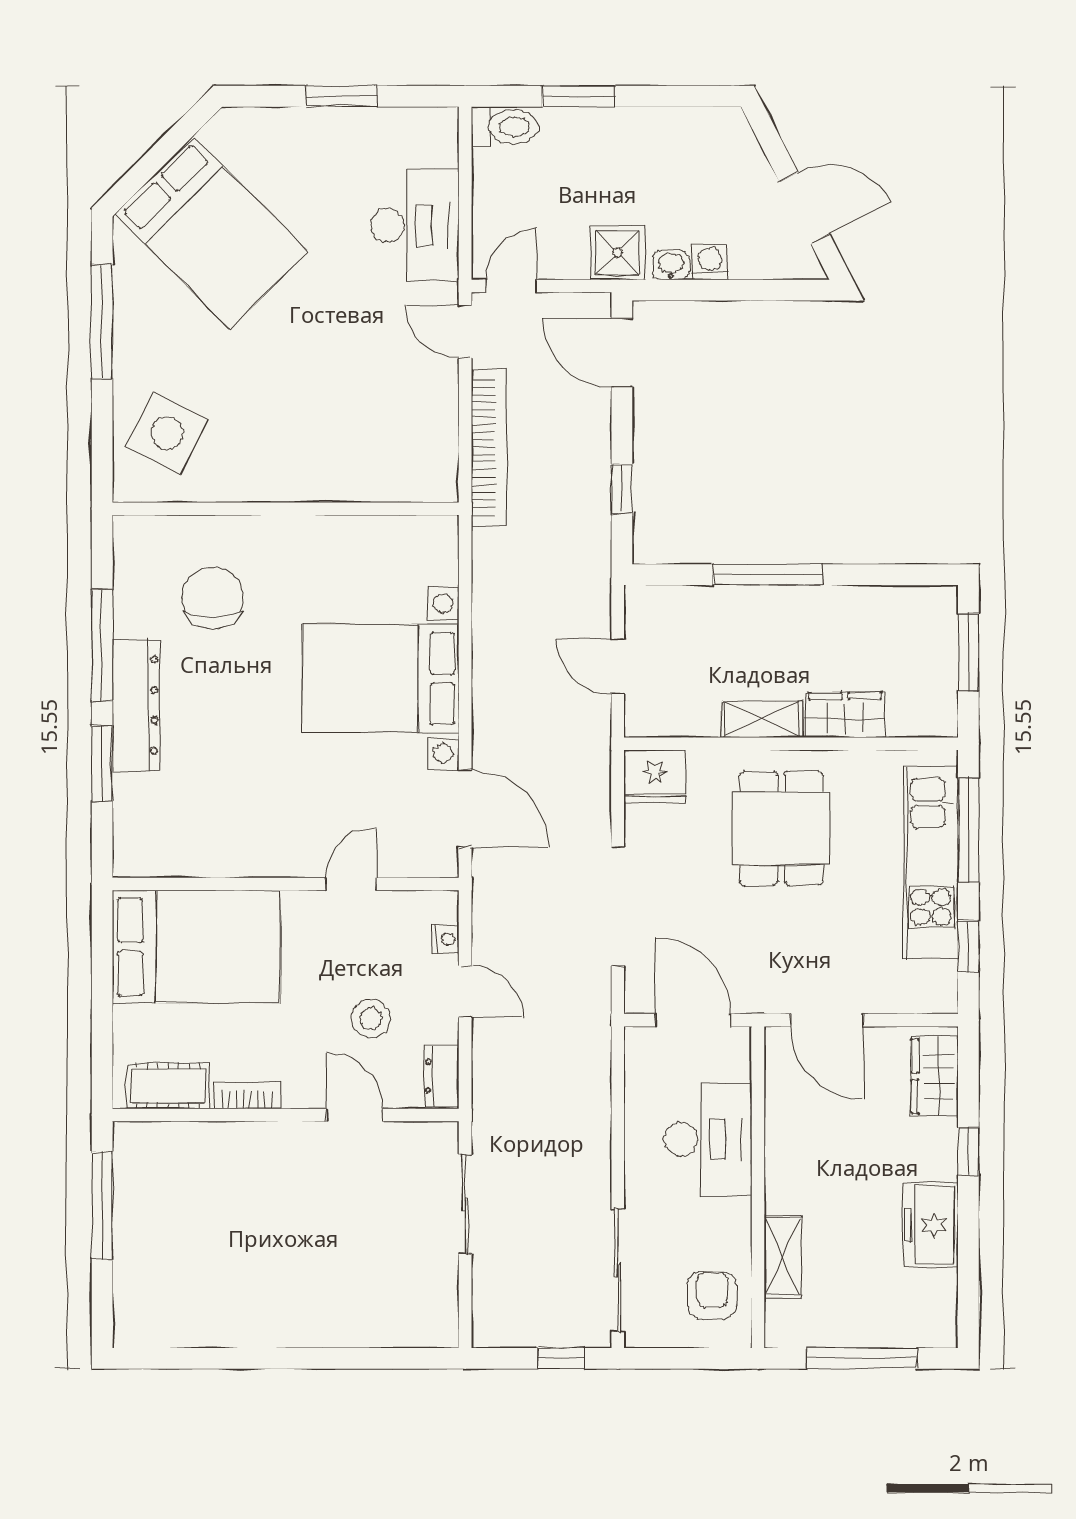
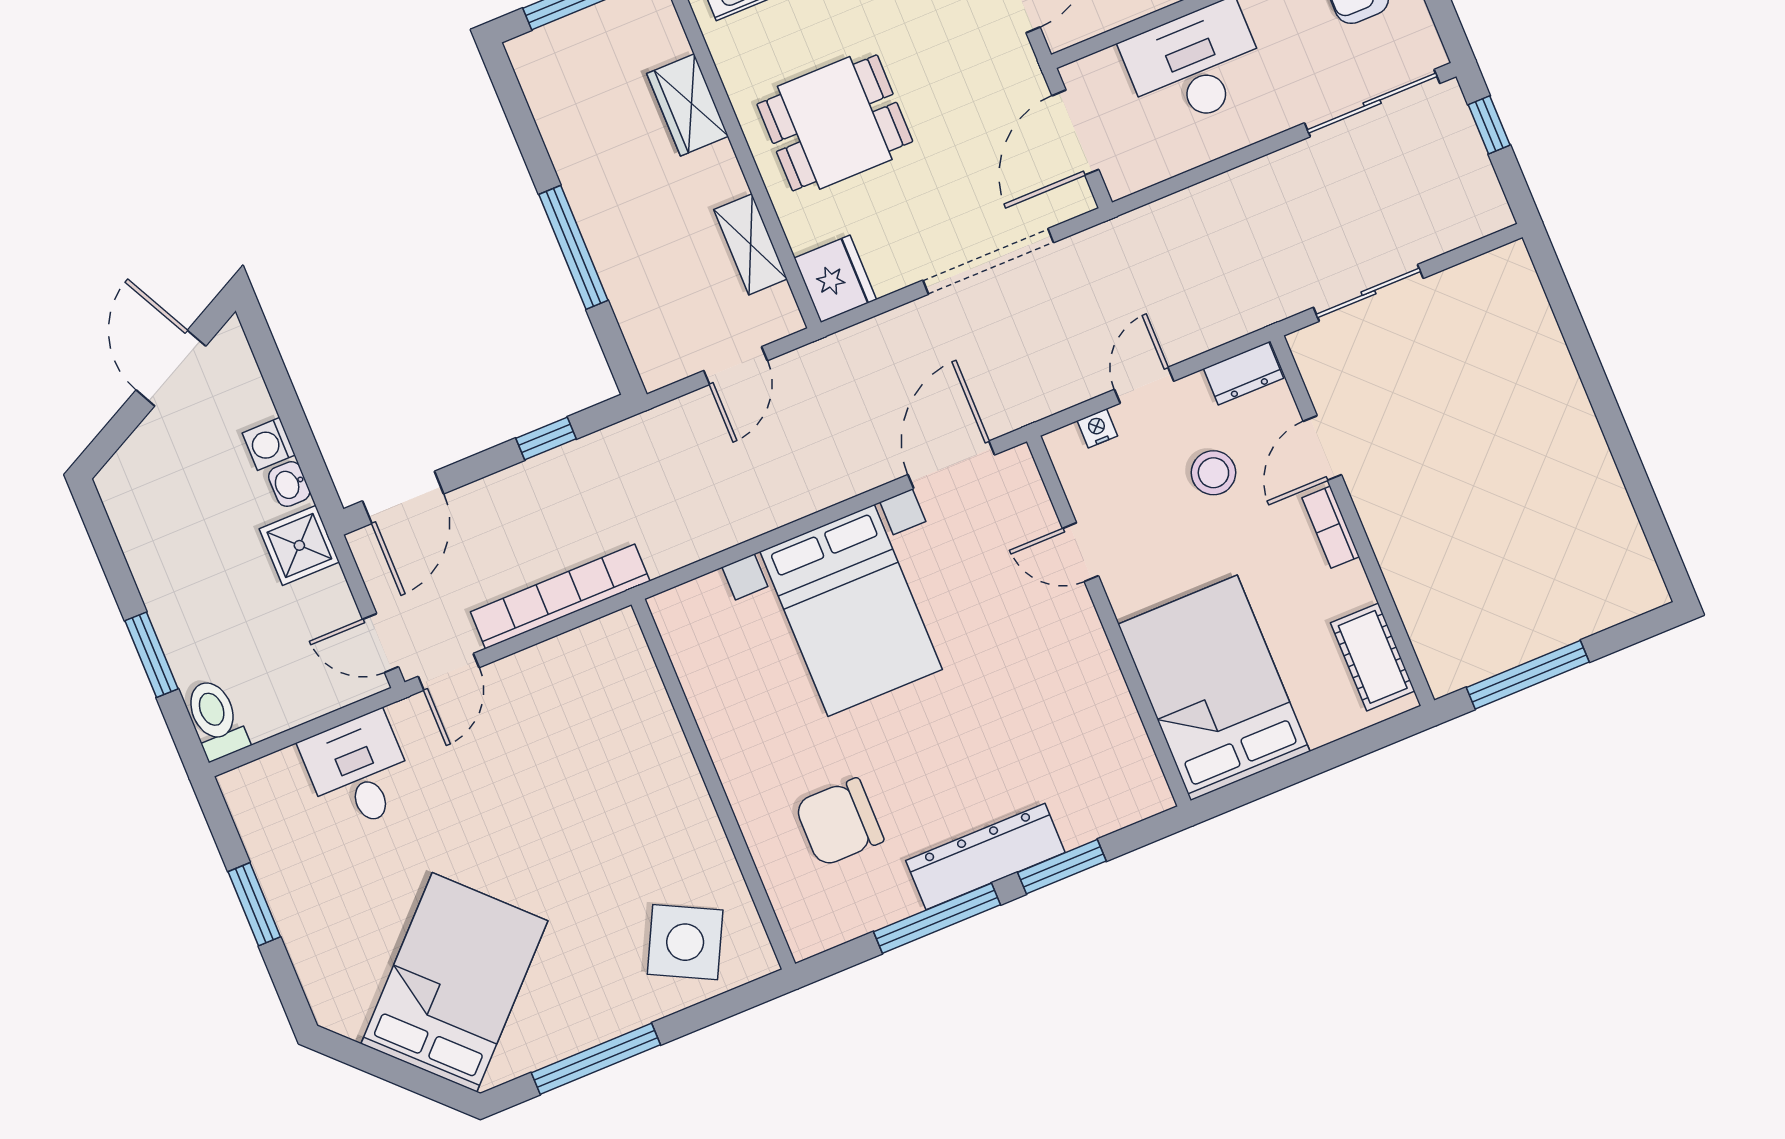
desk: (415, 225) -> (358, 771), width x0.73
shelving: (762, 719) -> (751, 244), moved
bookcase: (247, 1095) -> (1331, 527), moved

